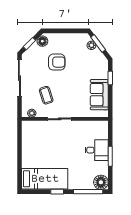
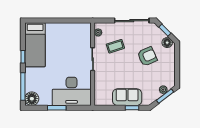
armchair: (57, 62) -> (147, 56), turned -114
sofa: (99, 95) -> (127, 97), moved
desk: (97, 150) -> (72, 91), width x1.87, depth x1.30

